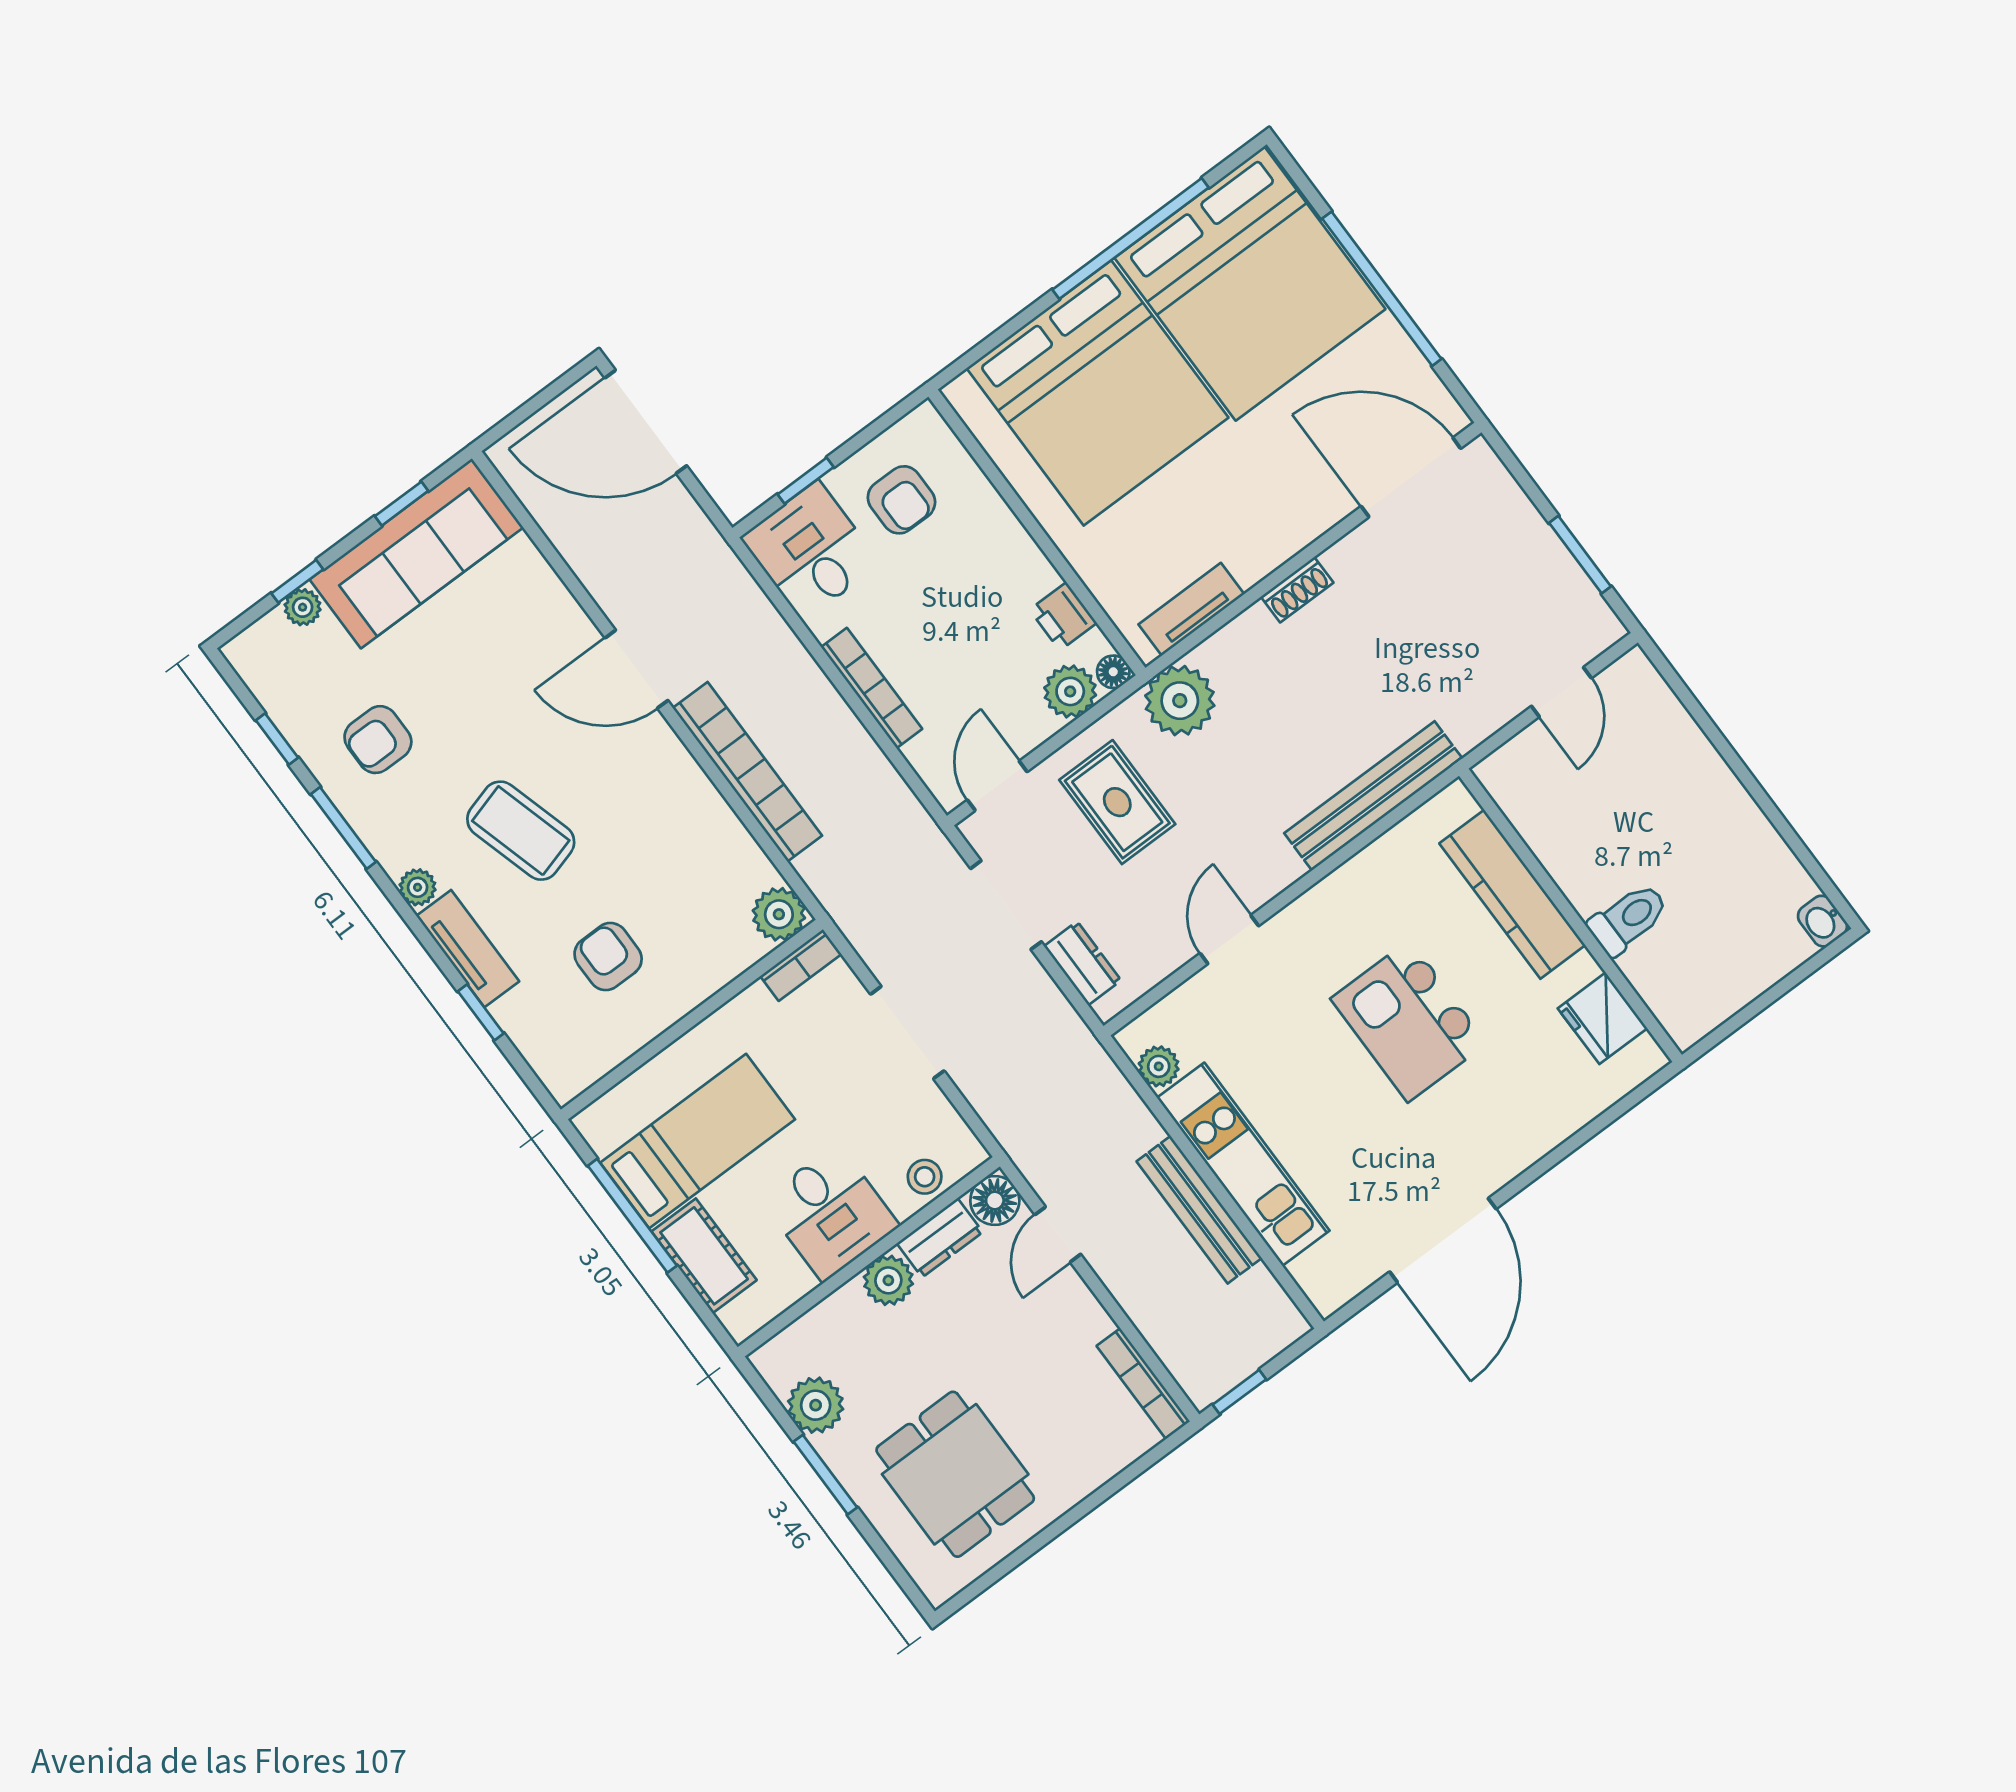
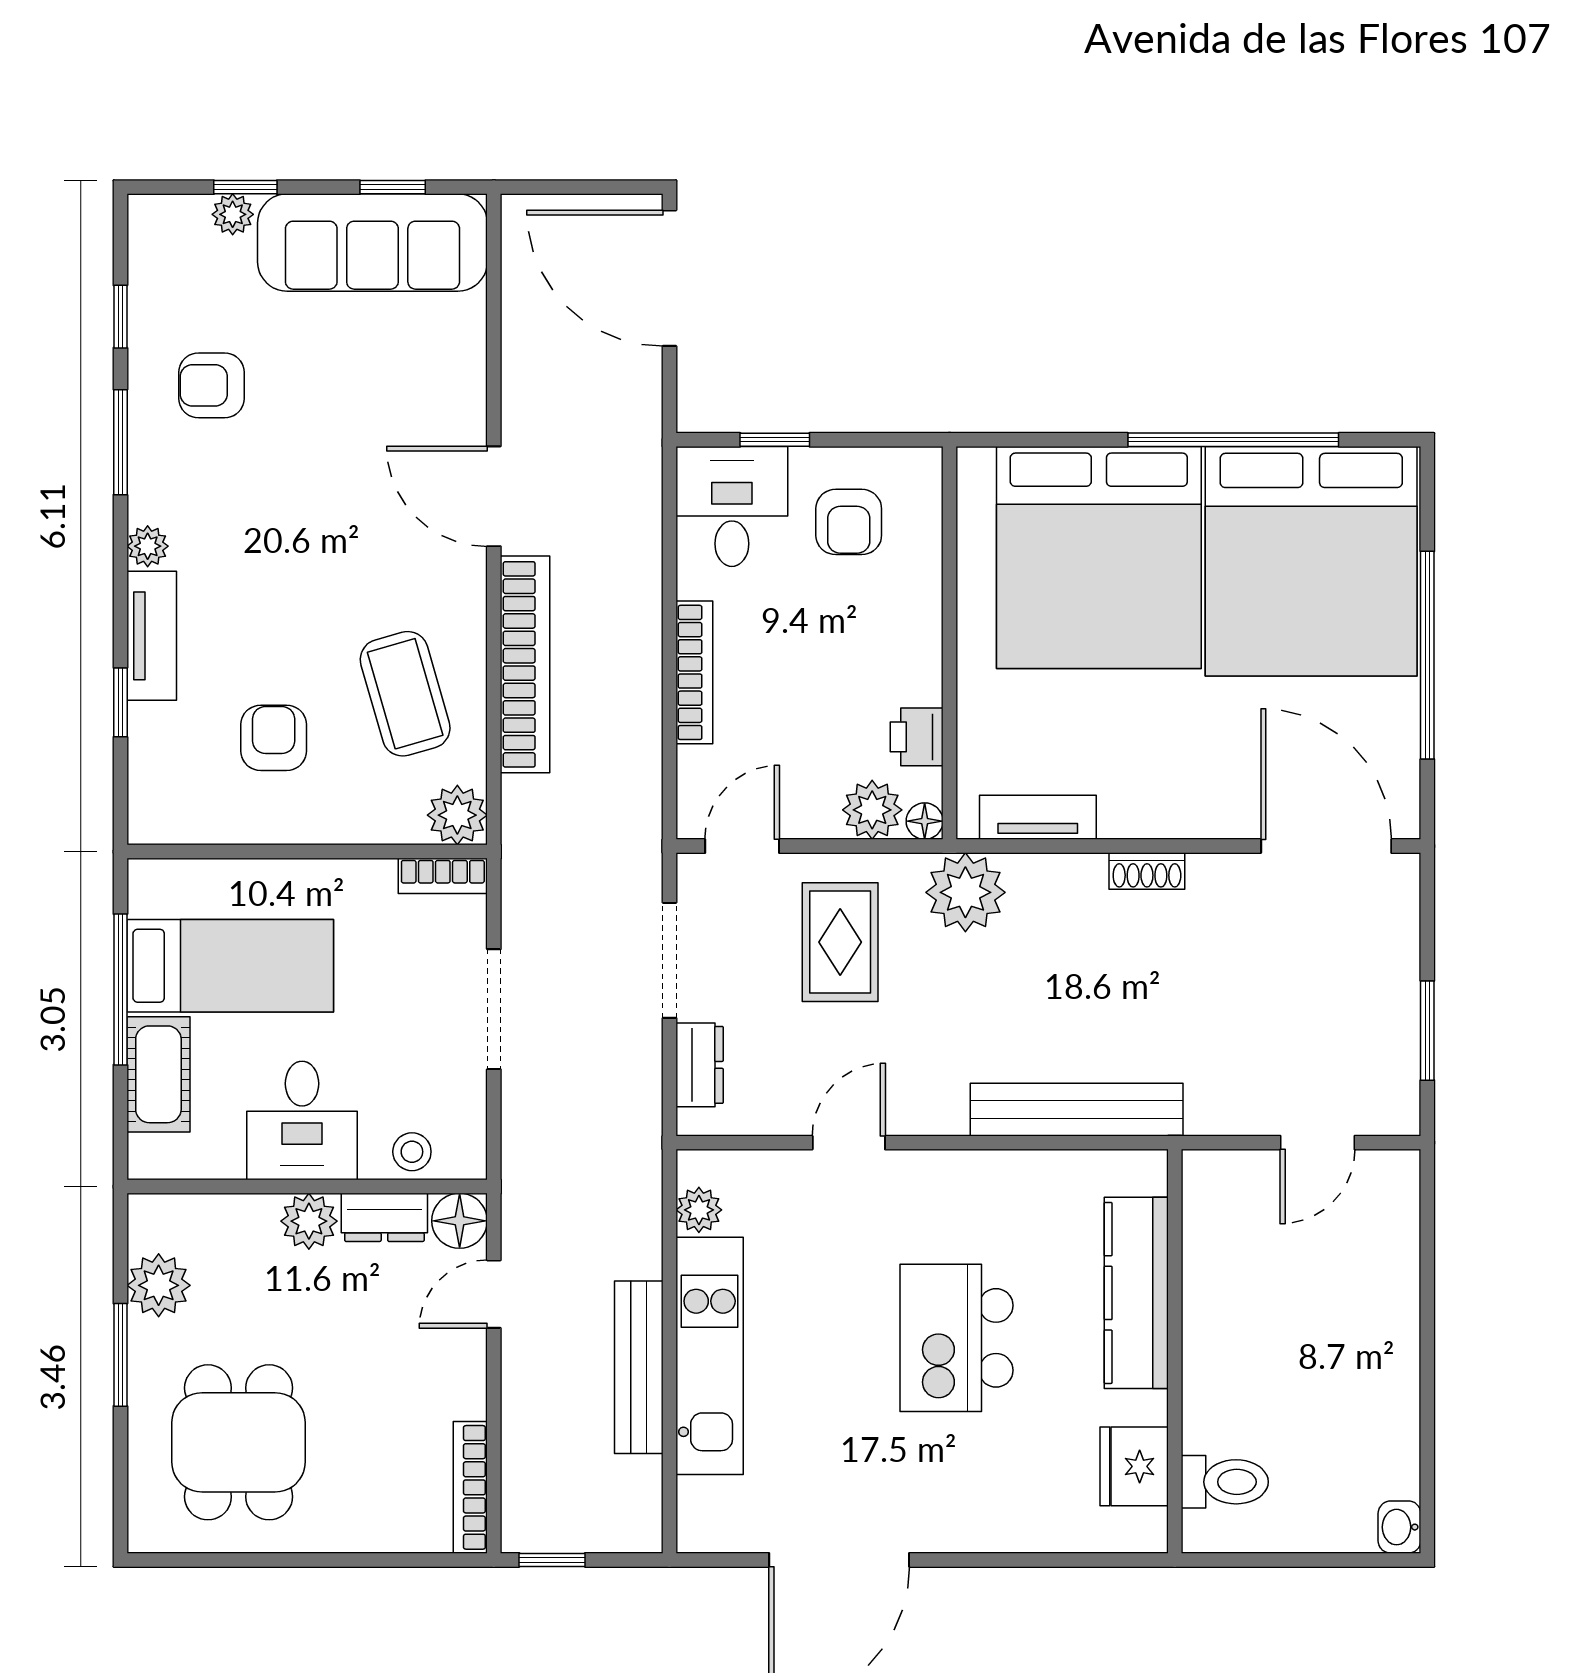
coffee table: (521, 831) -> (405, 694), moved
toilet: (1628, 919) -> (1225, 1482), moved

